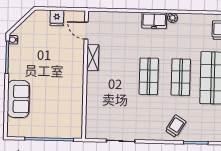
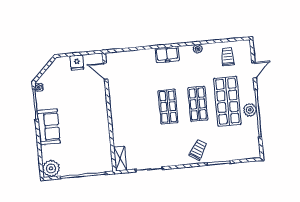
plant: (172, 18) -> (198, 49), moved
shelving: (93, 58) -> (120, 159), moved
sofa: (18, 99) -> (49, 127), moved
plant: (16, 128) -> (51, 168), added

